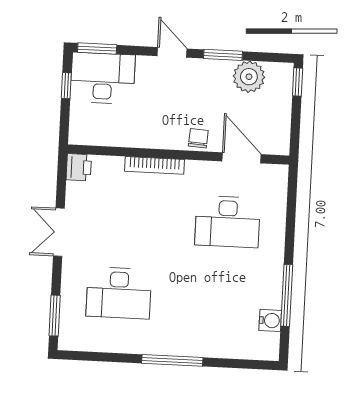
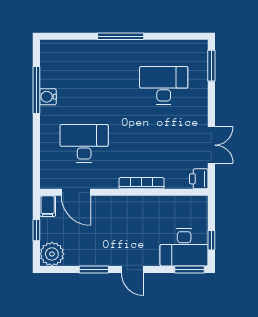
plant: (249, 77) -> (52, 254), moved
window: (298, 82) -> (36, 230), moved
chair: (198, 138) -> (109, 205), removed
filing cabinet: (280, 141) -> (48, 206), added
double door: (59, 232) -> (211, 145), moved
water cooler: (270, 320) -> (48, 97), moved

